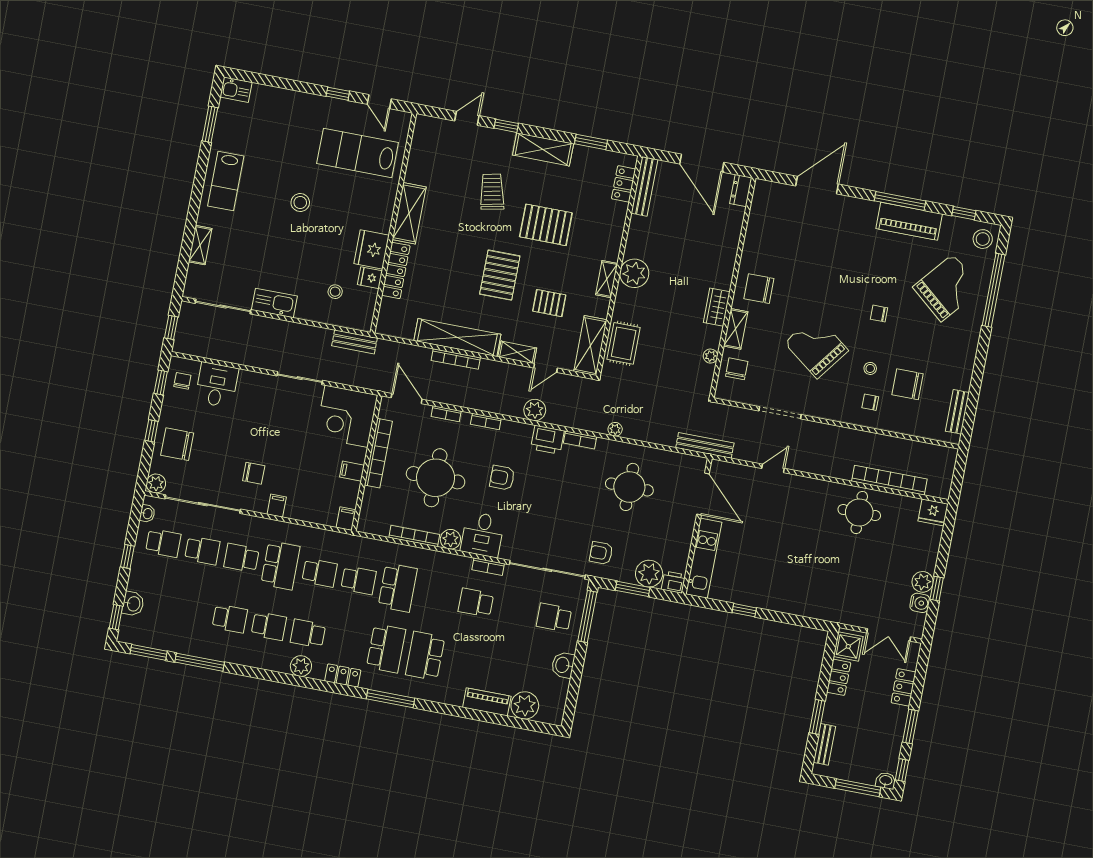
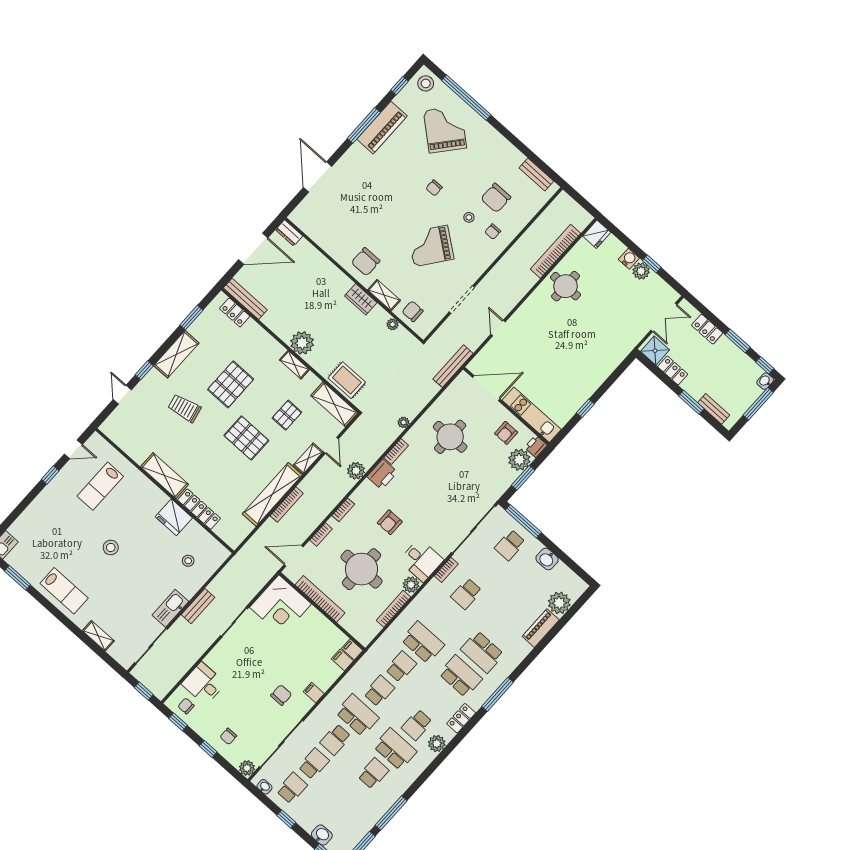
lab bench: (358, 153) -> (100, 486), width x0.73, depth x0.72
fridge: (370, 278) -> (193, 530), removed
bench: (354, 342) -> (198, 606), moved
chair: (177, 444) -> (228, 736), width x0.54, depth x0.54
filing cabinet: (352, 471) -> (342, 660), moved, turned 90
armchair: (601, 553) -> (506, 433), moved
water cooler: (920, 603) -> (629, 259), moved
school desk: (269, 626) -> (395, 749), width x1.85

